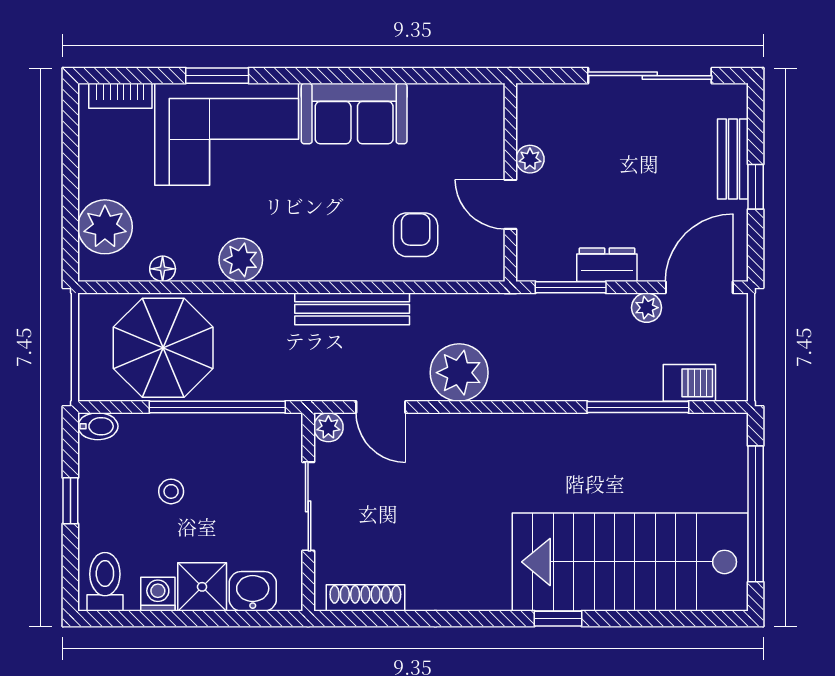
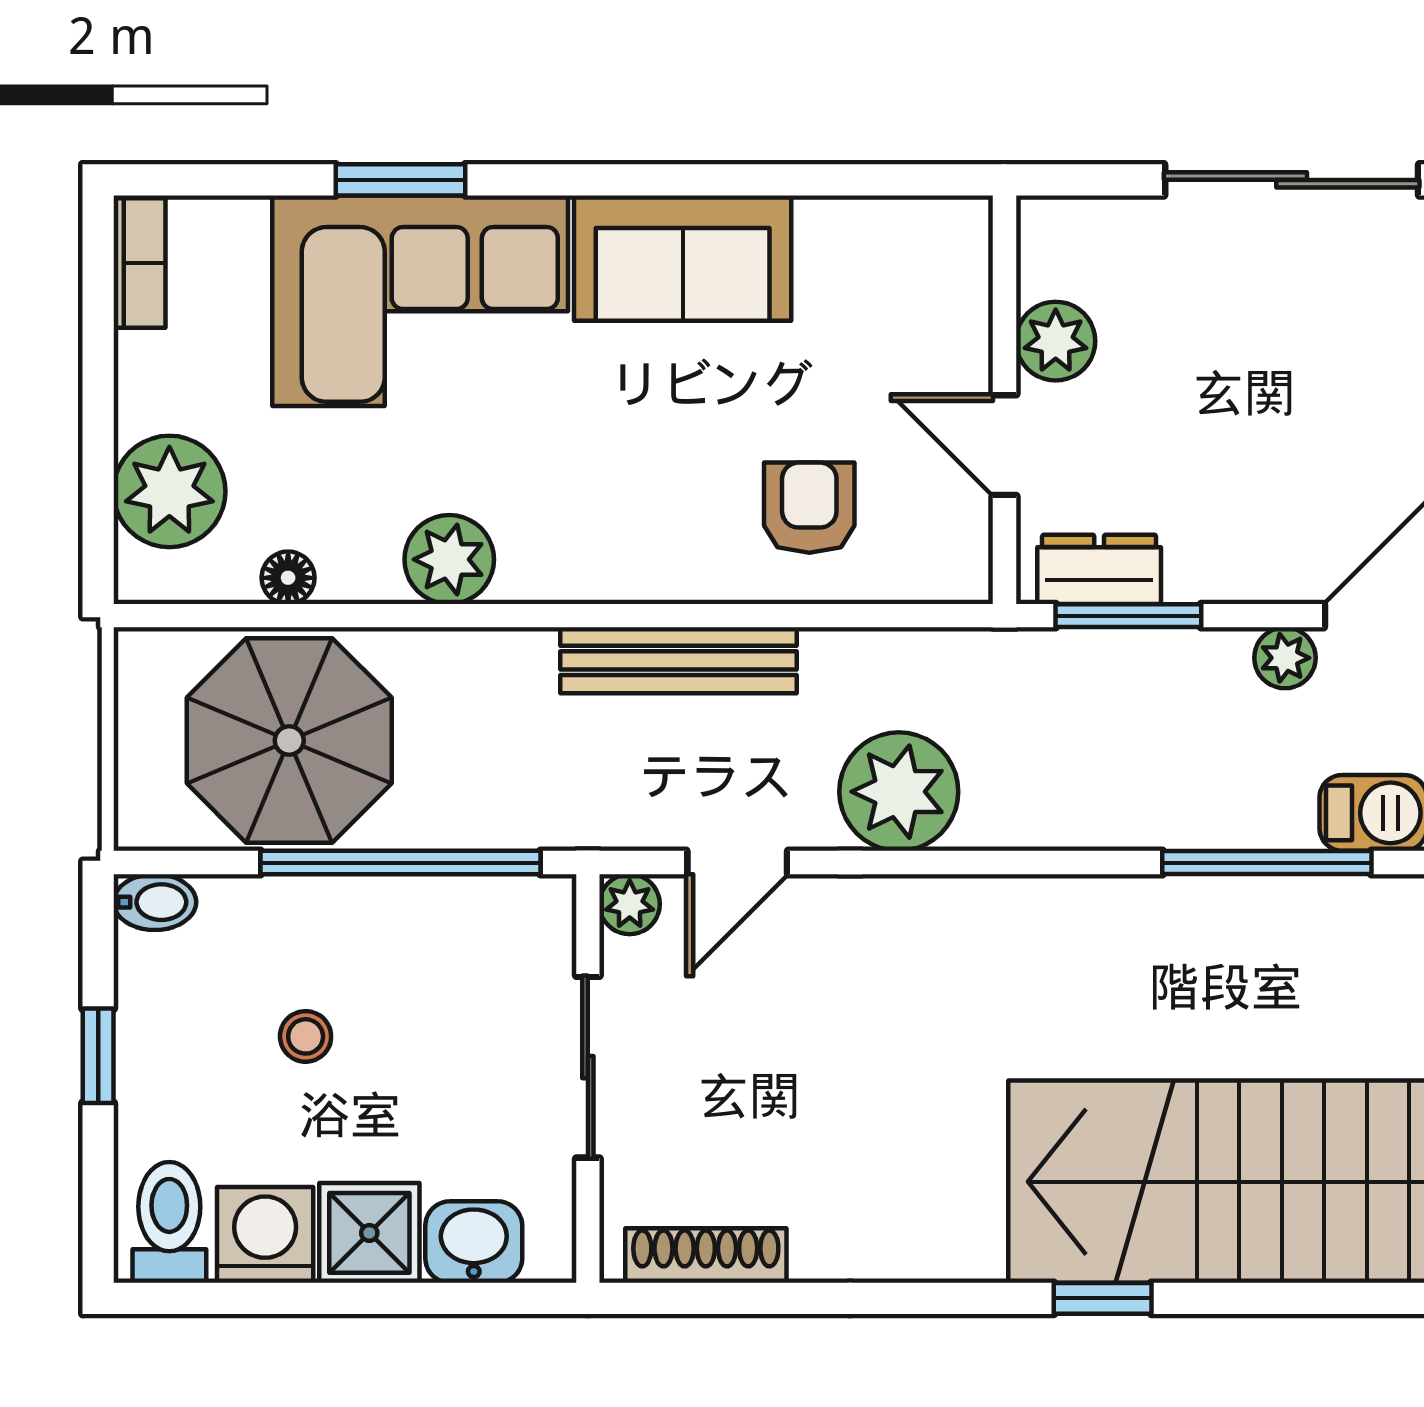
bookcase: (120, 96) -> (139, 263), moved, turned -90
plant: (530, 159) -> (1056, 341), width x1.38, depth x1.38
dresser: (607, 265) -> (1099, 569), moved
door: (381, 407) -> (737, 863), hinge flipped
washing machine: (158, 594) -> (265, 1235), width x1.38, depth x1.38

